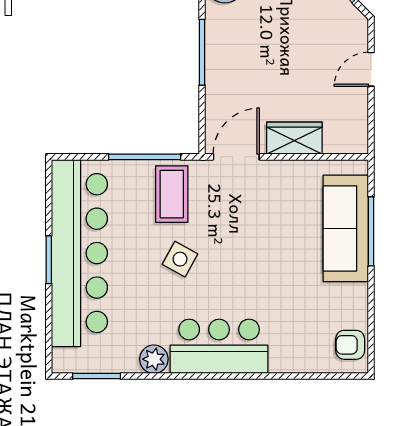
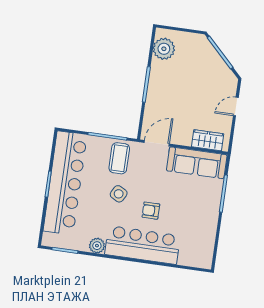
wardrobe: (294, 138) -> (208, 140), moved
sofa: (346, 228) -> (197, 163), moved, turned -90
armchair: (350, 345) -> (151, 211), moved
bar counter: (219, 346) -> (142, 245), width x1.36

